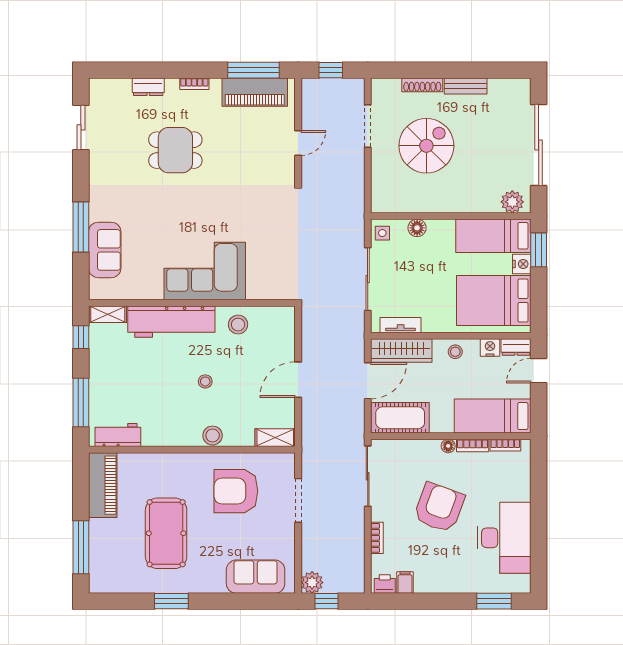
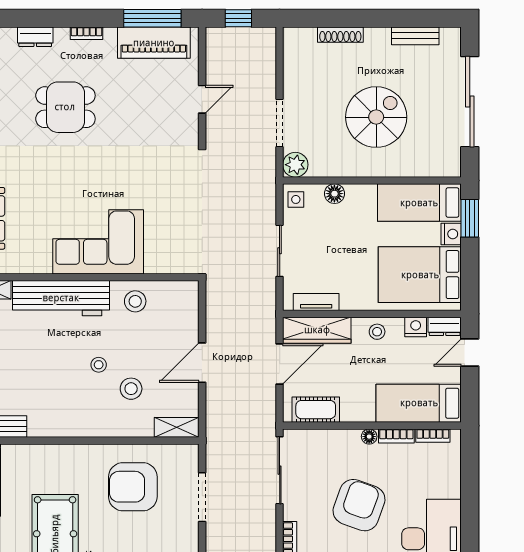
bench: (466, 86) -> (415, 36), moved
doorway: (368, 126) -> (280, 123), moved
spiral stairs: (426, 146) -> (376, 117), moved
plant: (512, 202) -> (295, 165), moved
sliding door: (368, 279) -> (280, 251), width x0.73
cot: (400, 418) -> (316, 410), width x0.73, depth x0.75
stool: (213, 436) -> (131, 389), moved

